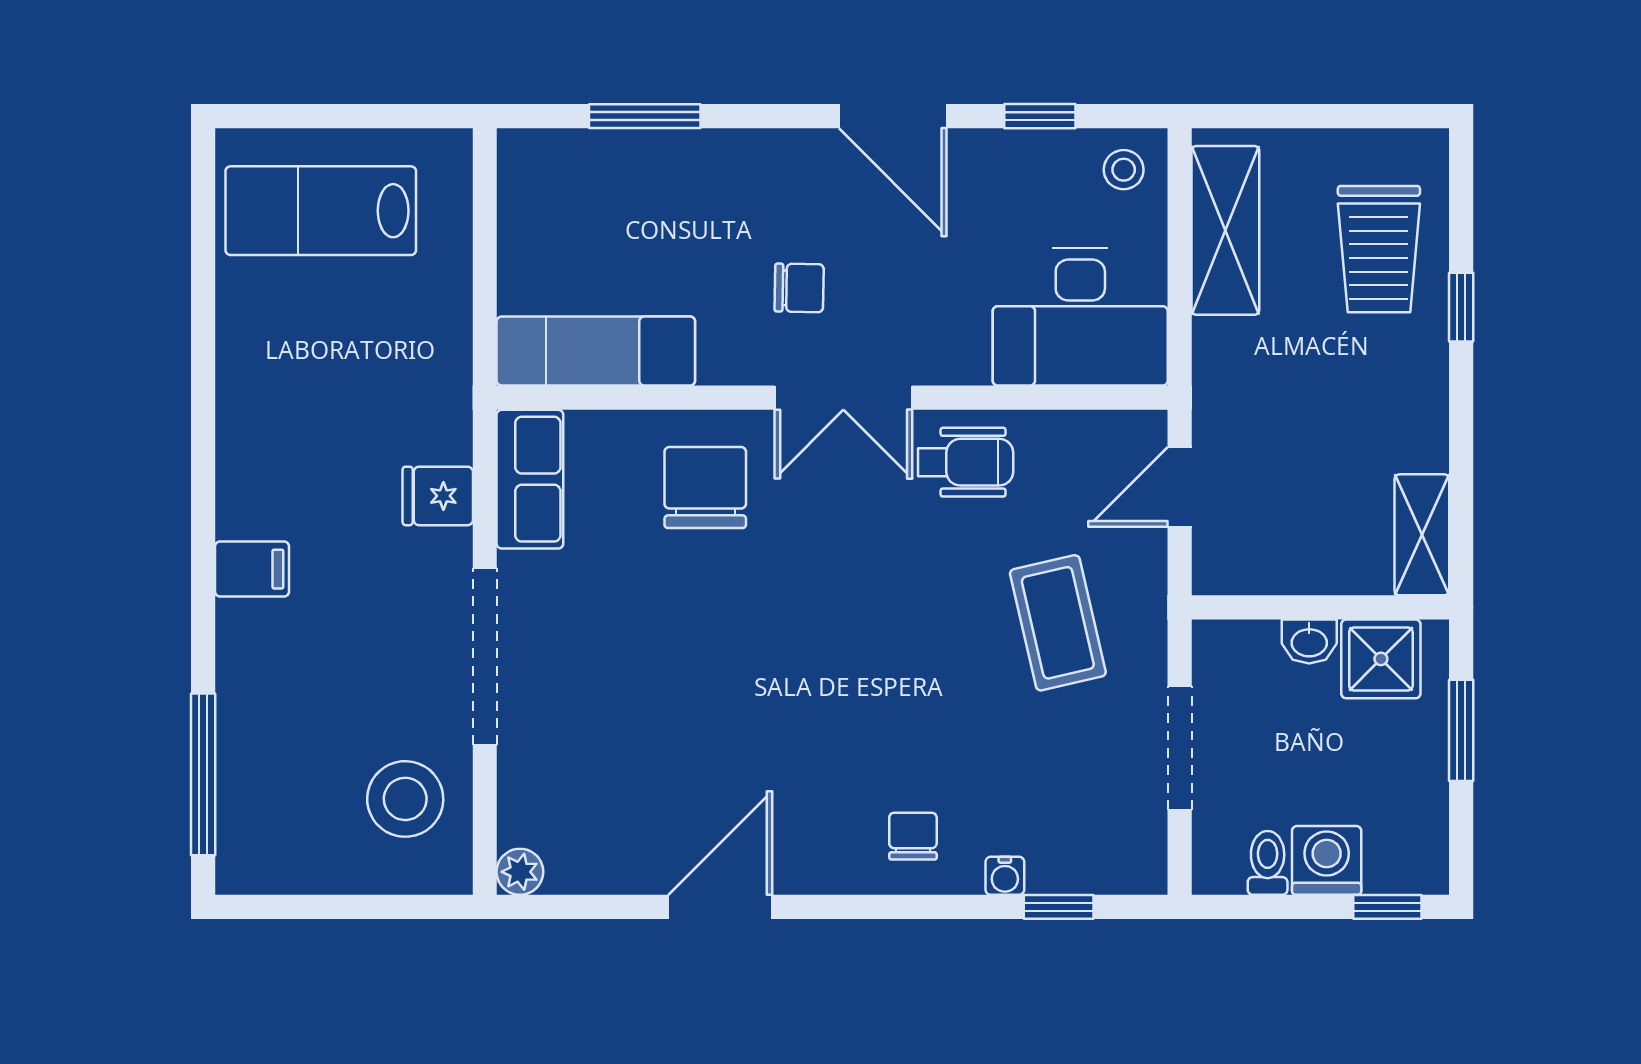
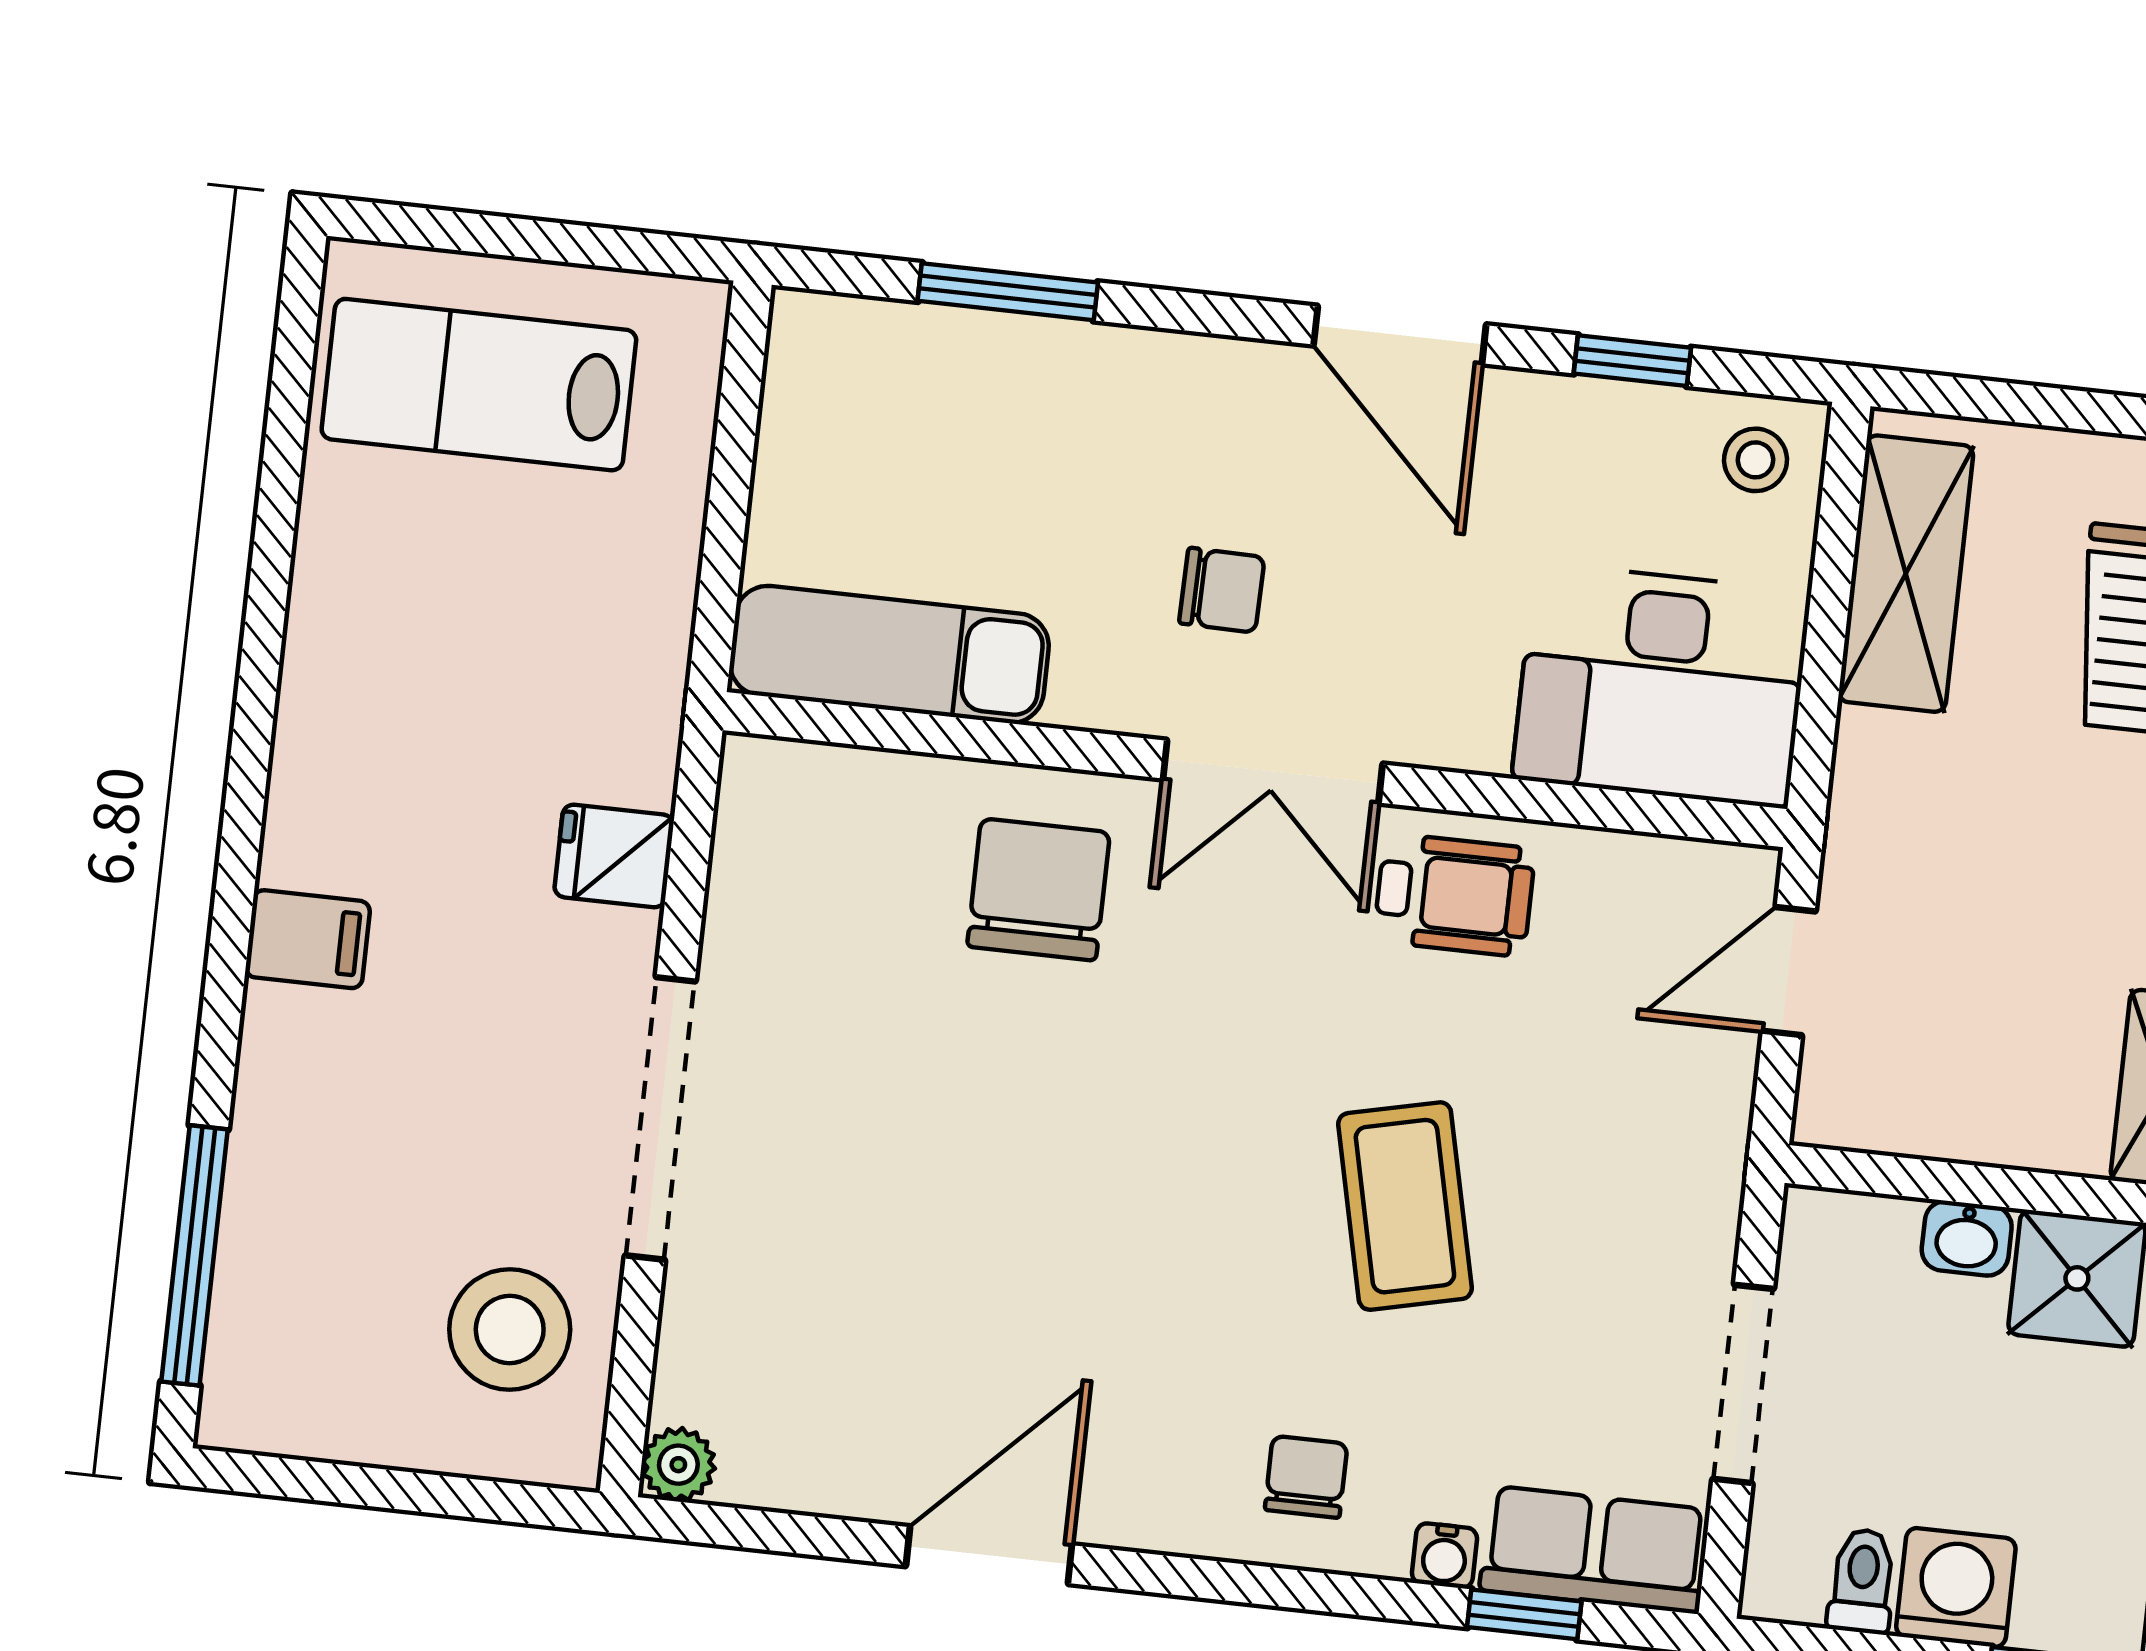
row of seats: (530, 479) -> (1595, 1550), moved, turned -90
coffee table: (1058, 623) -> (1405, 1206), moved

